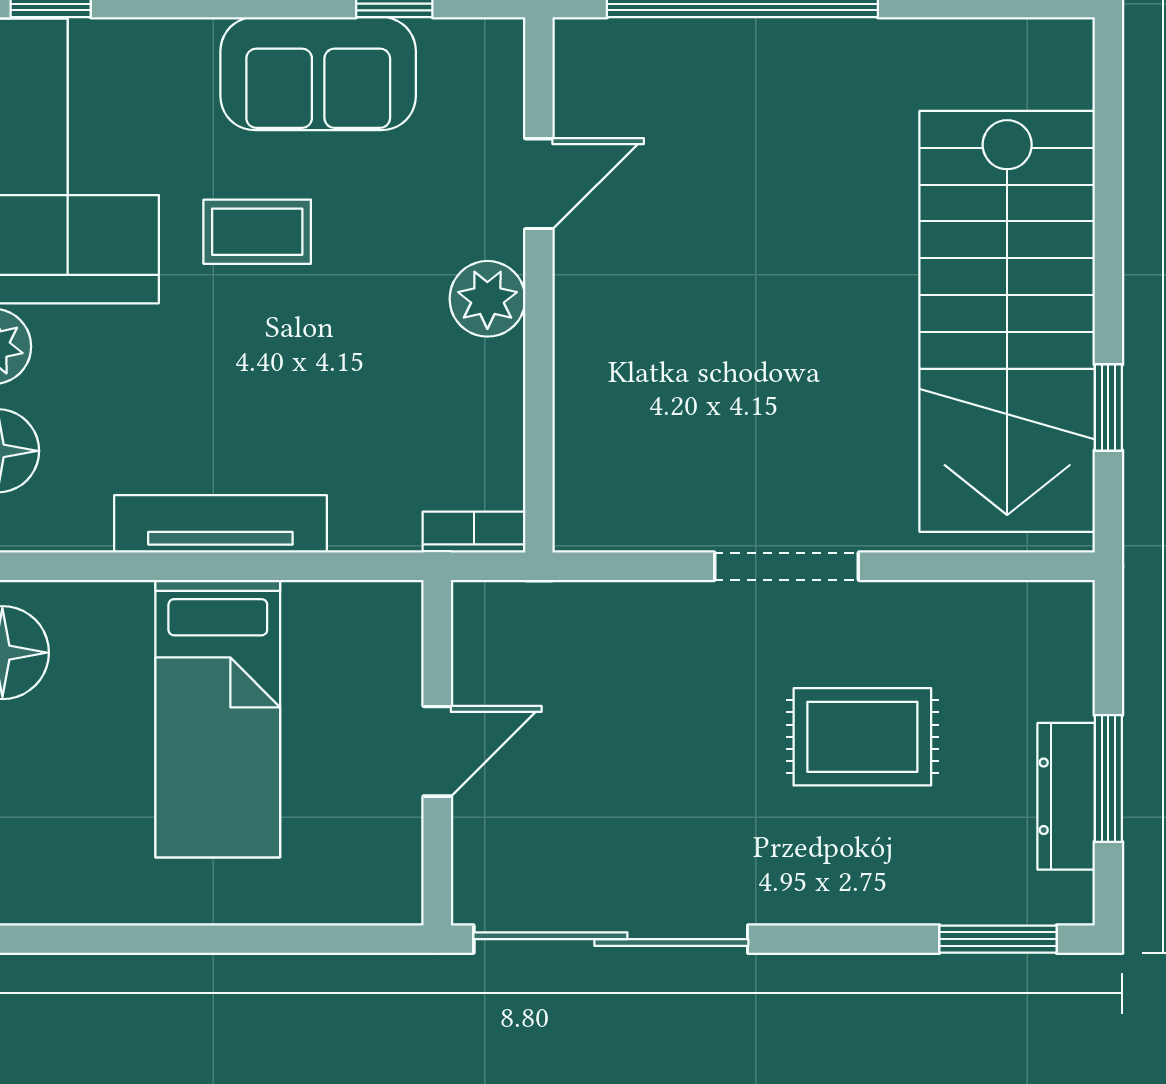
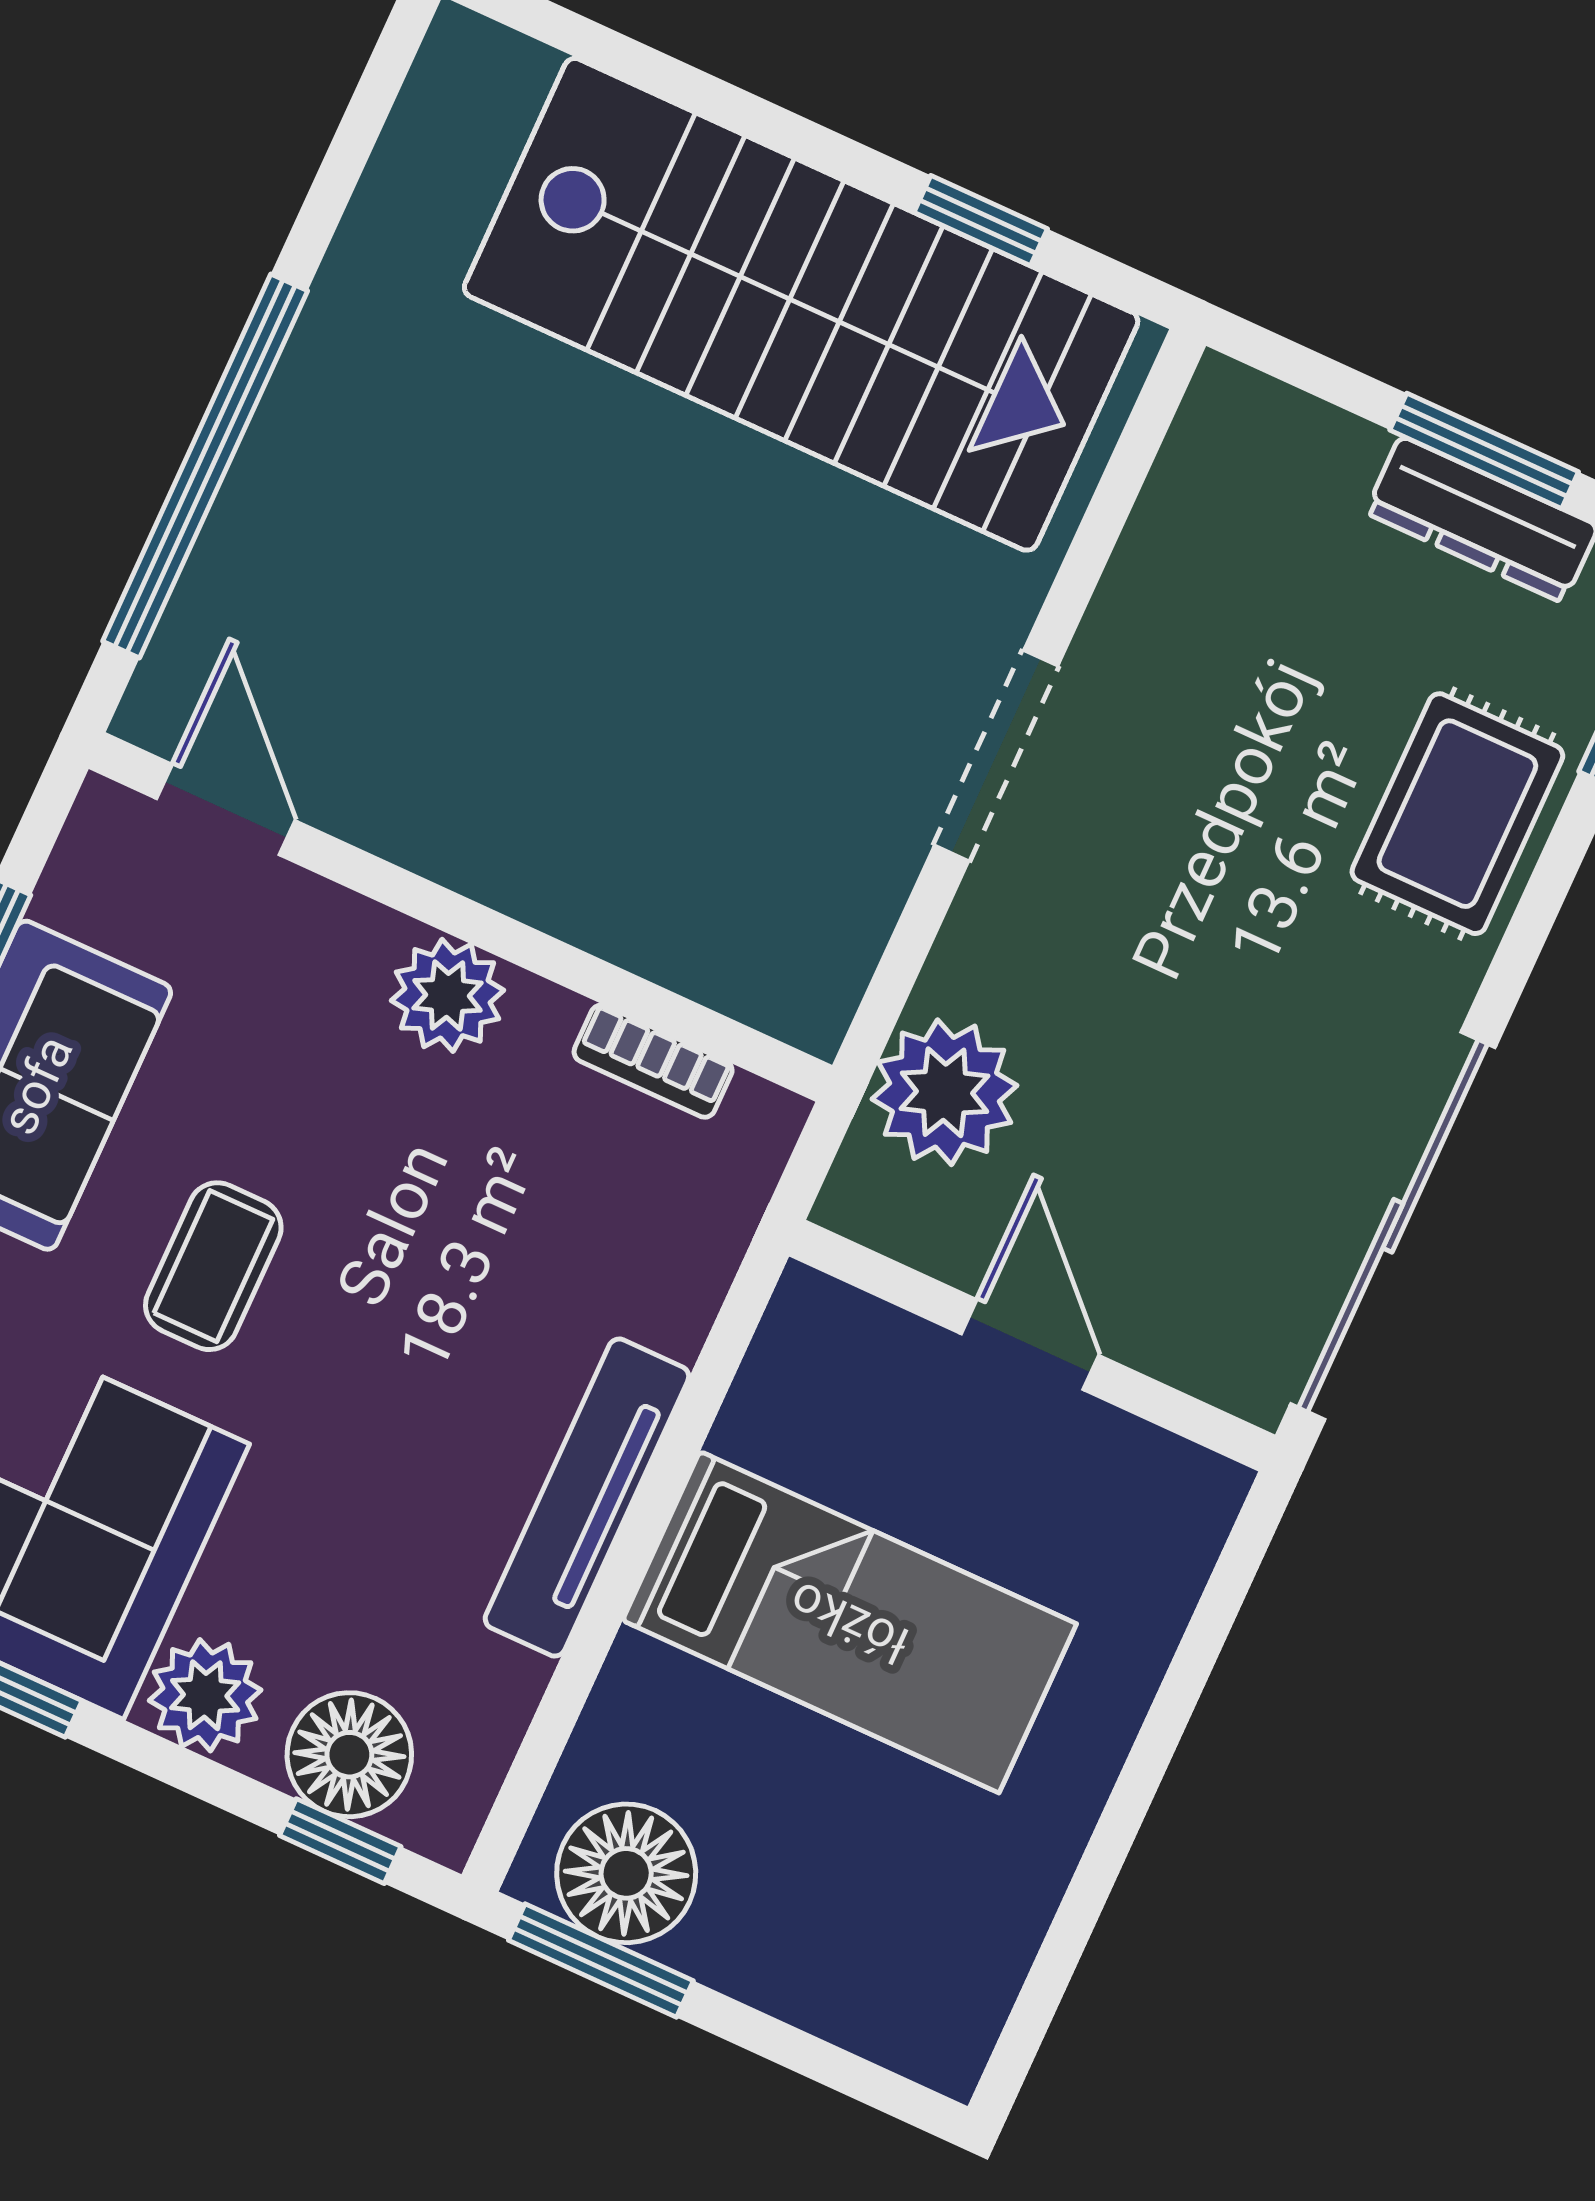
door: (539, 184) -> (226, 810), moved
bookcase: (474, 532) -> (653, 1061), moved, turned -90
plant: (567, 629) -> (944, 1092), added
rug: (862, 737) -> (1457, 814), moved

